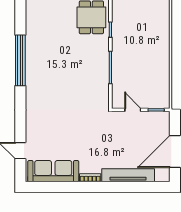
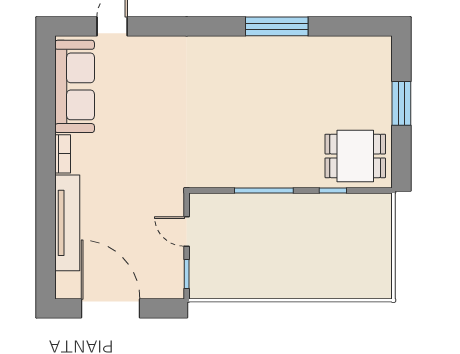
window: (20, 60) -> (277, 26), width x0.68
door: (133, 110) -> (187, 232), swing flipped

